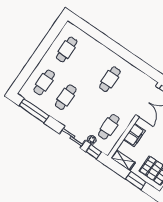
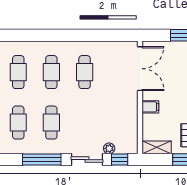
window: (34, 111) -> (42, 160), moved
cafe table: (109, 127) -> (51, 72), moved
filing cabinet: (134, 135) -> (150, 107), width x0.50

